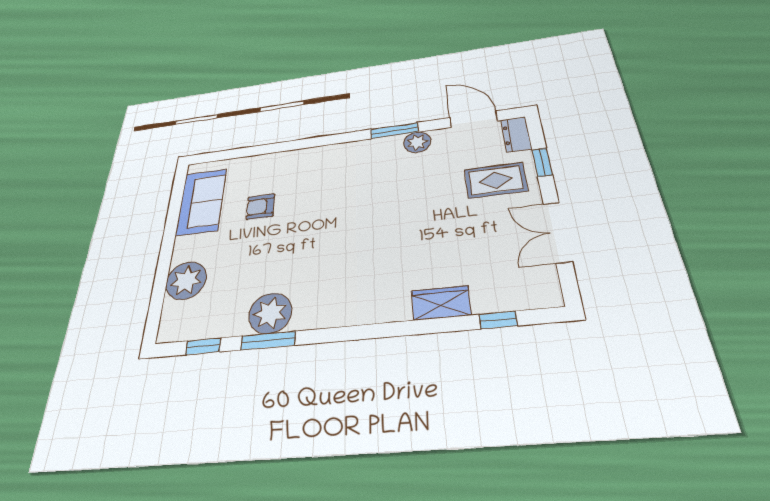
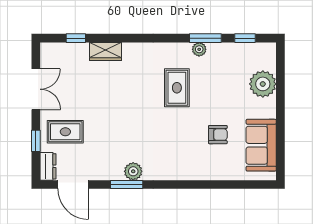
plant: (417, 142) -> (133, 171), moved
rug: (319, 261) -> (177, 88), added
plant: (270, 313) -> (199, 49), width x0.53, depth x0.53

